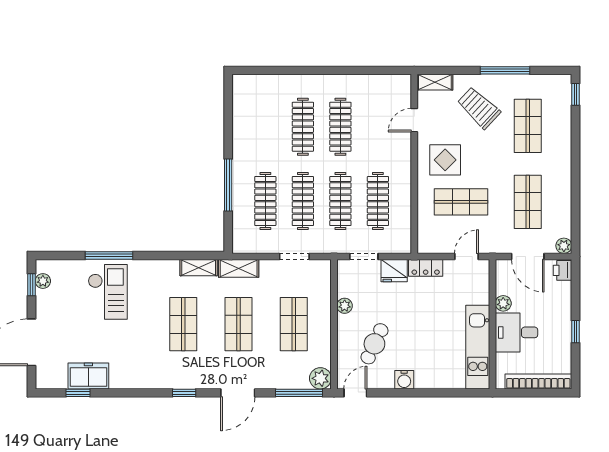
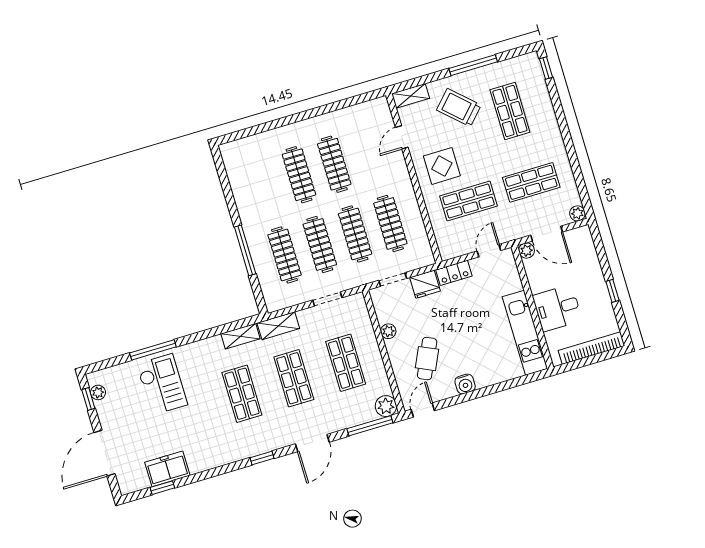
shop shelf: (528, 202) -> (531, 182), turned 90
printer: (562, 270) -> (583, 237), removed
plant: (503, 303) -> (527, 251), moved

